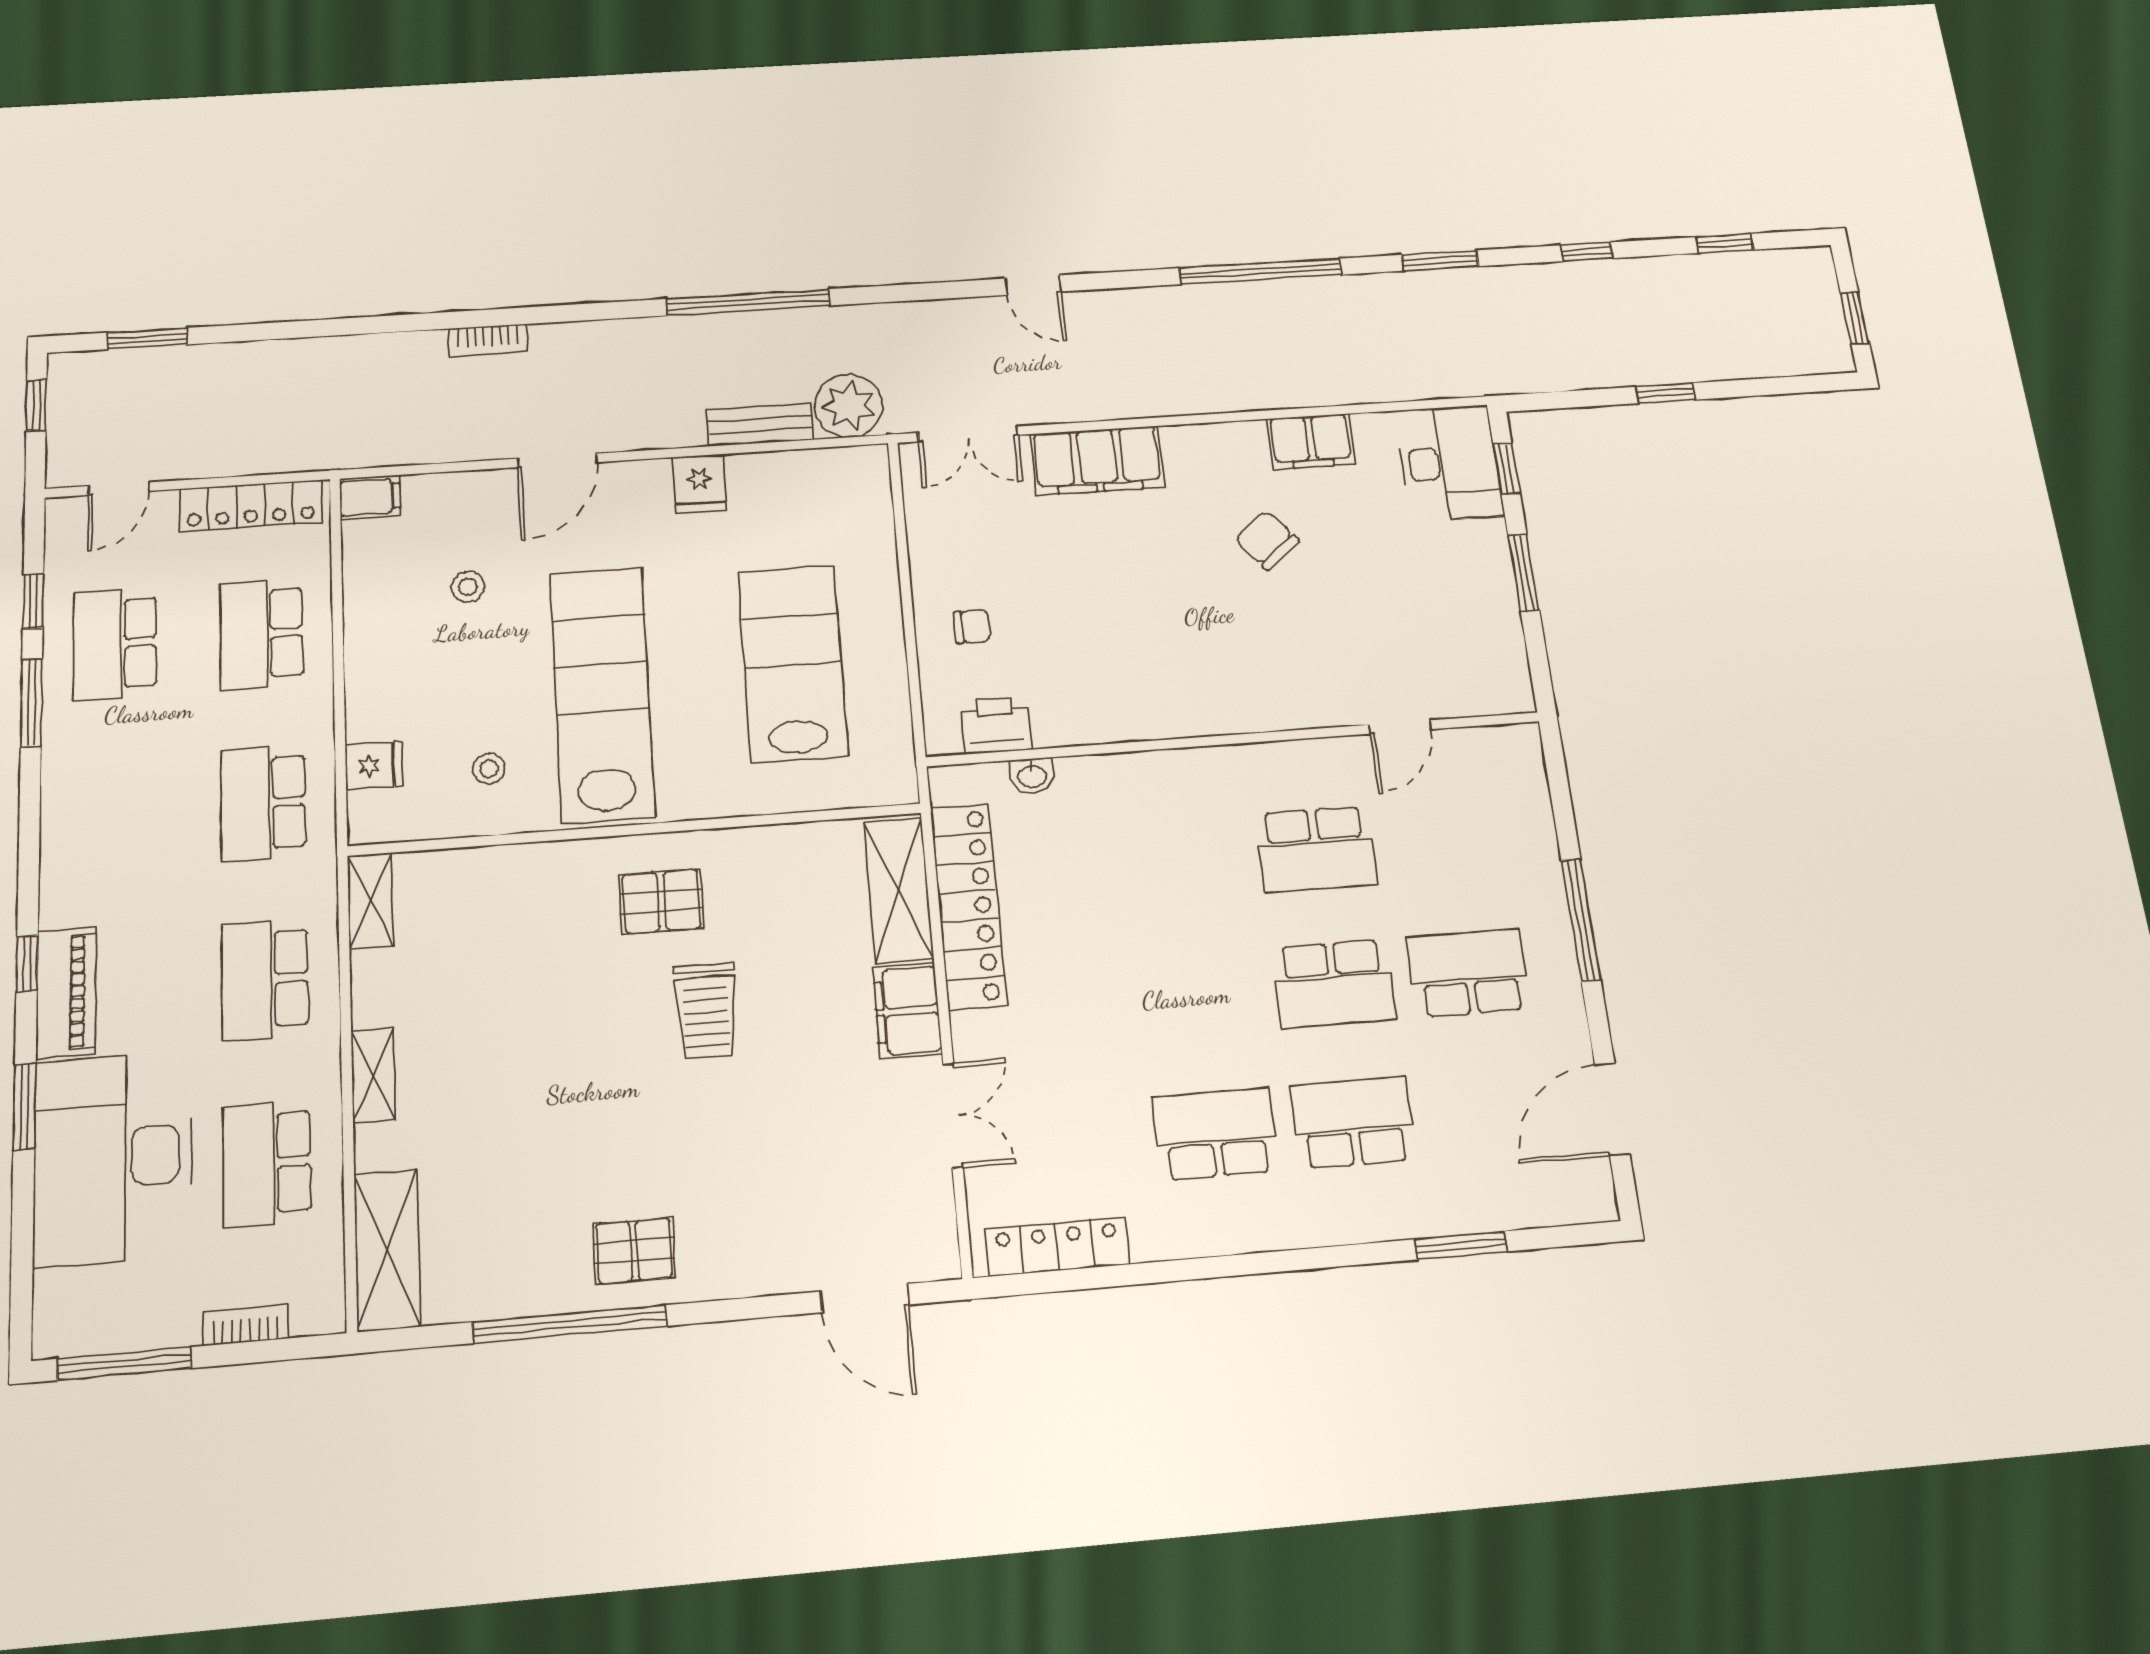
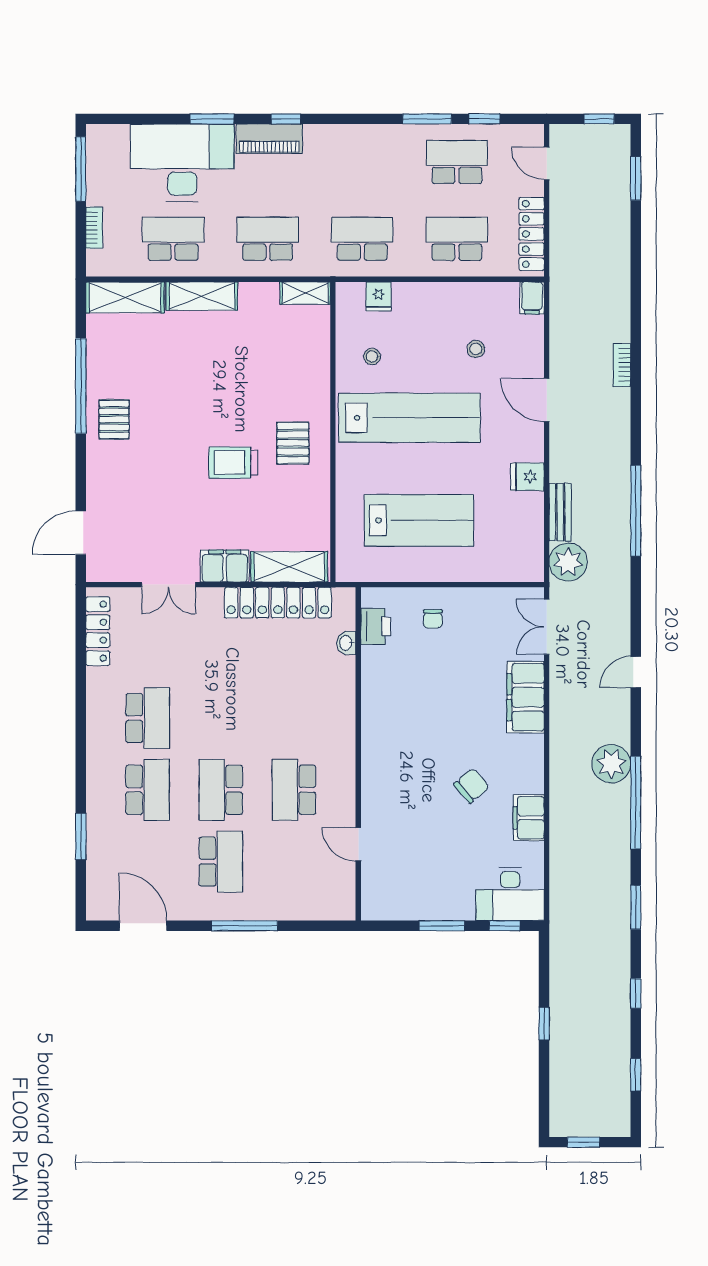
plant: (1198, 314) -> (611, 764), added
shelving: (373, 1075) -> (202, 296), width x1.50, depth x1.33

